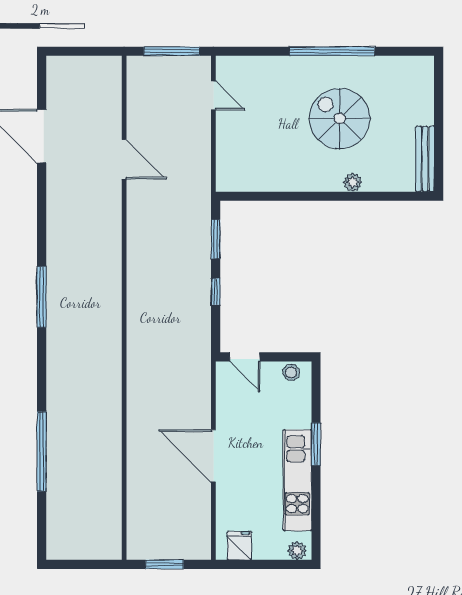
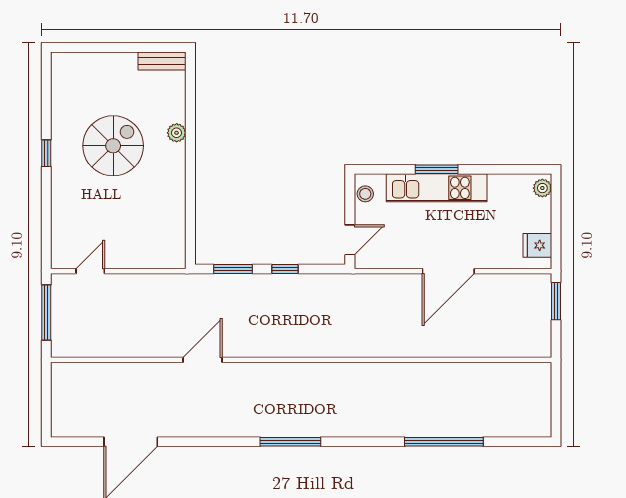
window: (332, 51) -> (46, 153), width x0.32
spiral stairs: (340, 118) -> (113, 146), turned 180
door: (124, 159) -> (202, 360), moved
bench: (425, 159) -> (162, 61), width x0.73
kitchen unit: (297, 480) -> (437, 188), moved
window: (164, 564) -> (556, 301), moved

